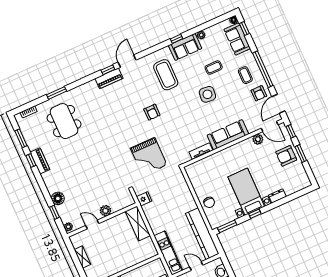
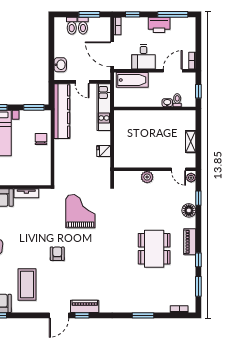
dining table: (64, 121) -> (154, 249), moved
piano: (40, 161) -> (190, 242), moved
fridge: (144, 199) -> (104, 151), moved
shelving: (138, 224) -> (121, 150), removed
door: (92, 225) -> (178, 169), moved

